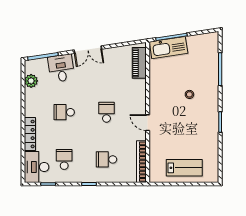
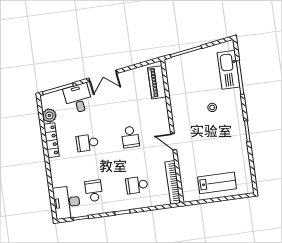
kitchen sink: (169, 48) -> (228, 70), moved, turned 99
school desk: (106, 112) -> (130, 137), turned 180
locker: (30, 134) -> (51, 140), moved

